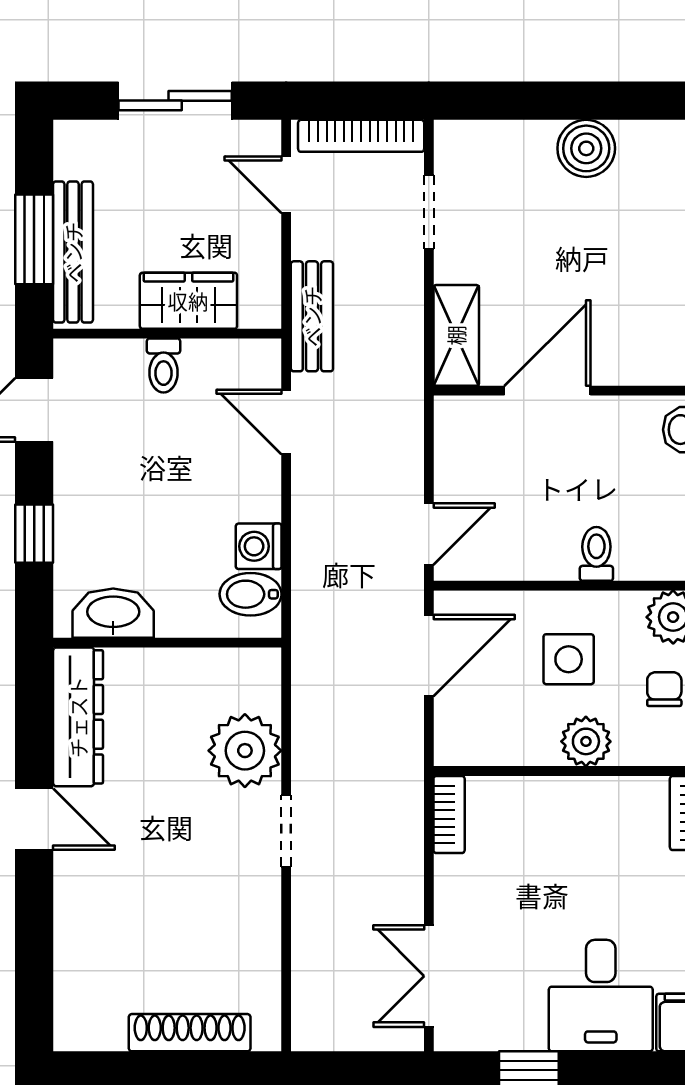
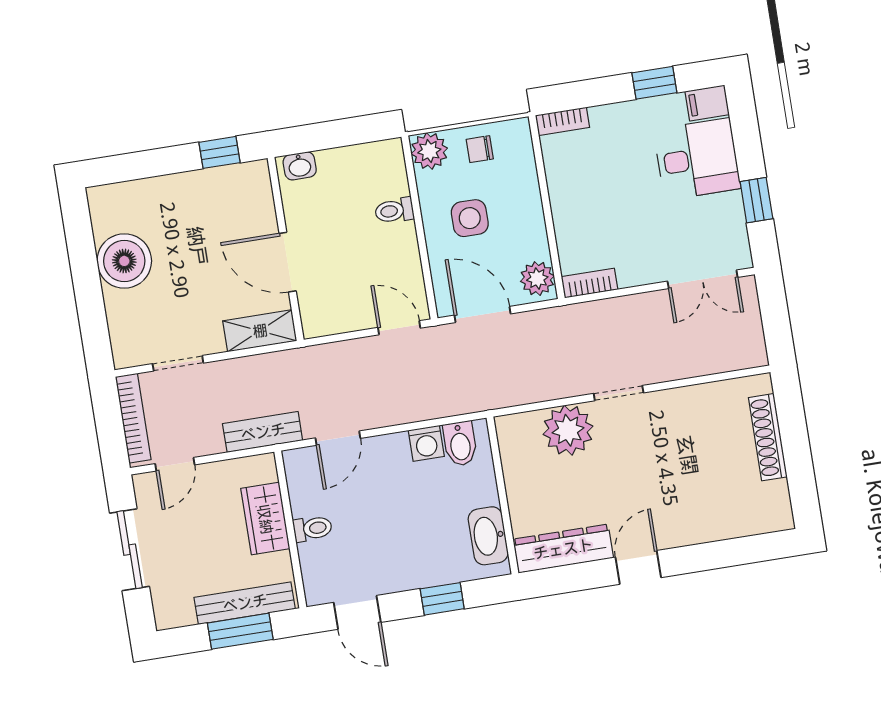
boiler: (586, 148) -> (124, 261), width x1.37, depth x1.37
plant: (586, 741) -> (537, 279), moved

